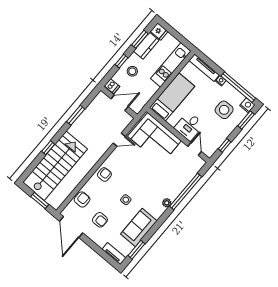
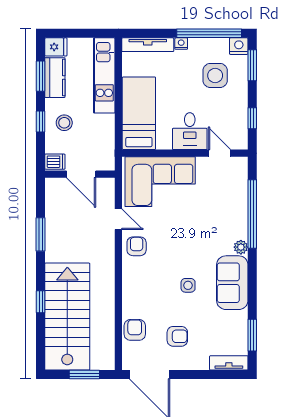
door: (120, 103) -> (81, 174), swing flipped
door: (119, 140) -> (118, 219), hinge flipped
armchair: (104, 175) -> (137, 246), moved
sofa: (139, 227) -> (232, 283), moved

